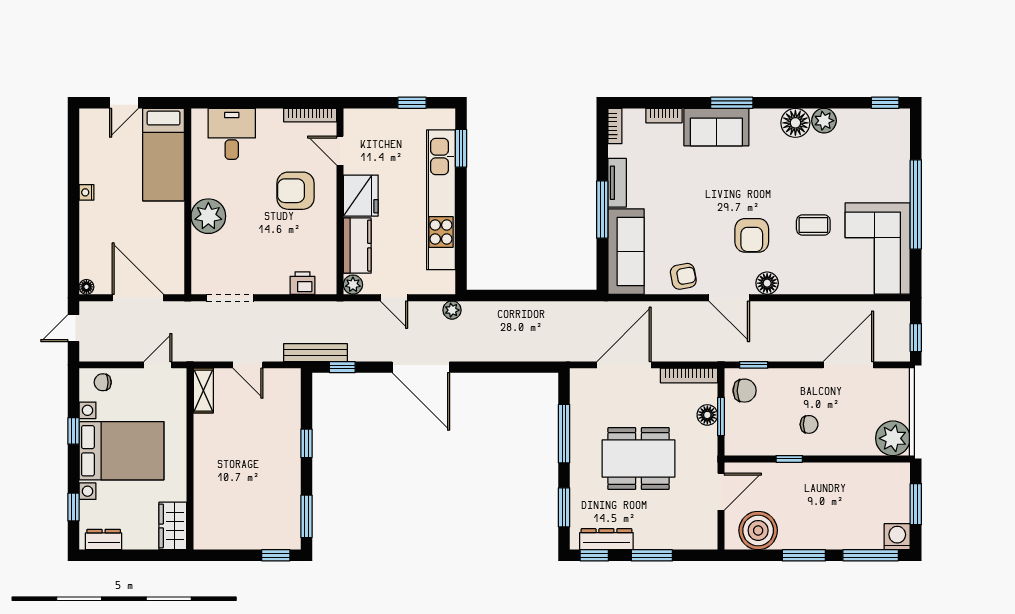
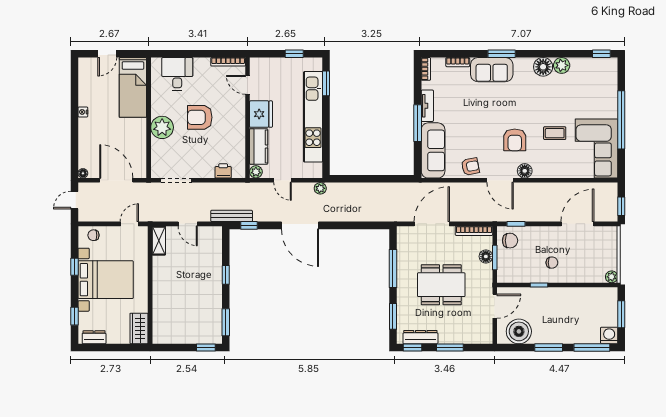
armchair: (295, 191) -> (200, 117), moved
plant: (893, 438) -> (612, 277), width x0.53, depth x0.53

